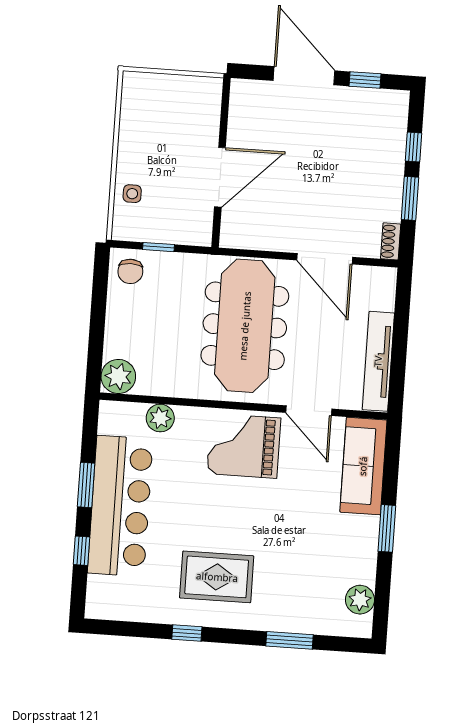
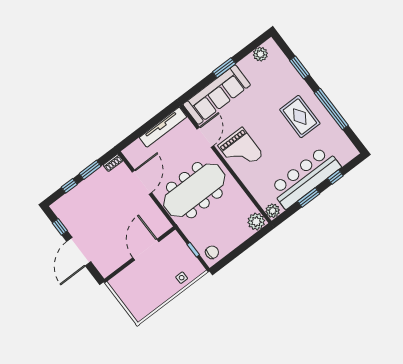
door: (220, 177) -> (146, 250), hinge flipped
plant: (160, 418) -> (273, 211), moved
sofa: (363, 466) -> (217, 95), width x1.36, depth x1.27
window: (187, 633) -> (331, 109), width x3.17

